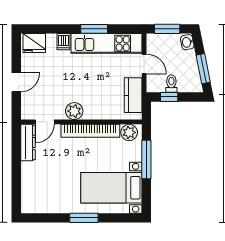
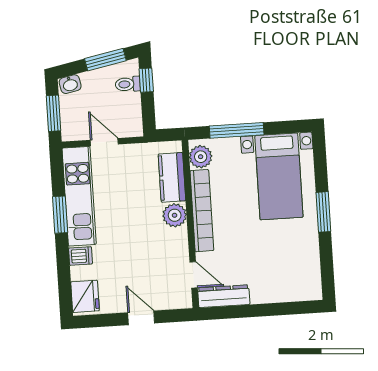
door: (144, 64) -> (104, 142), hinge flipped
toilet: (171, 84) -> (128, 84), moved
kitchen counter: (133, 95) -> (172, 177), moved, turned 90
window: (169, 97) -> (146, 80), moved
plant: (74, 111) -> (175, 215), moved

